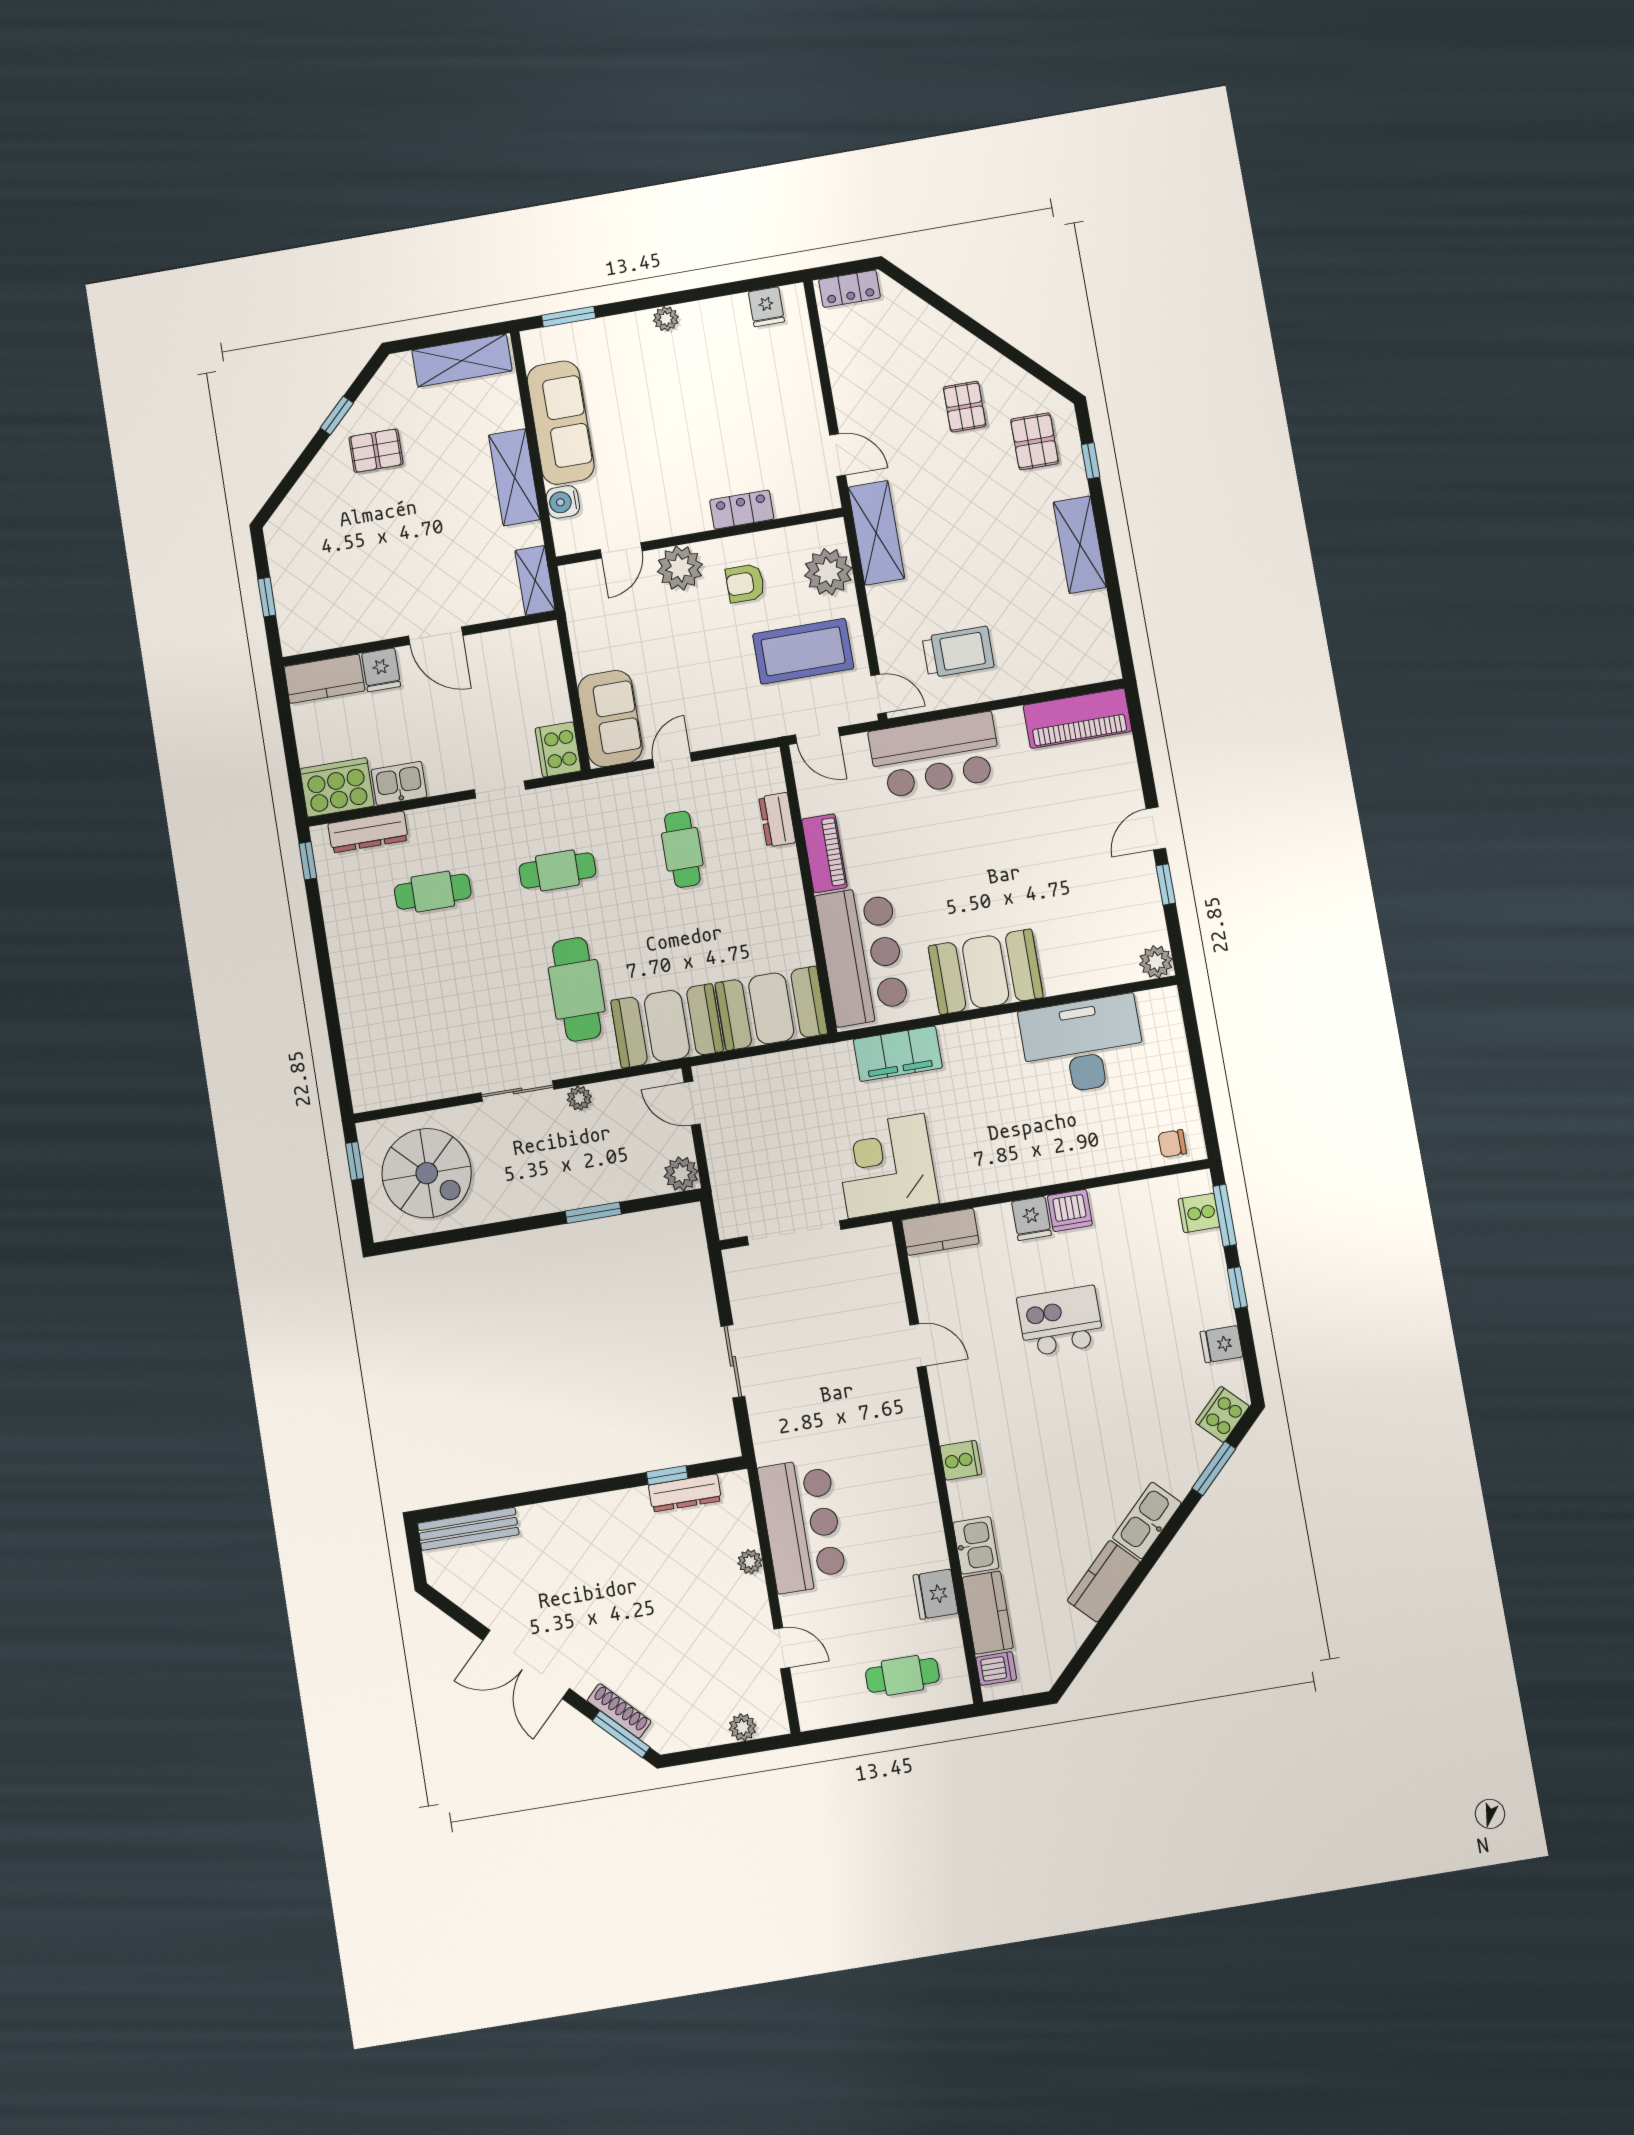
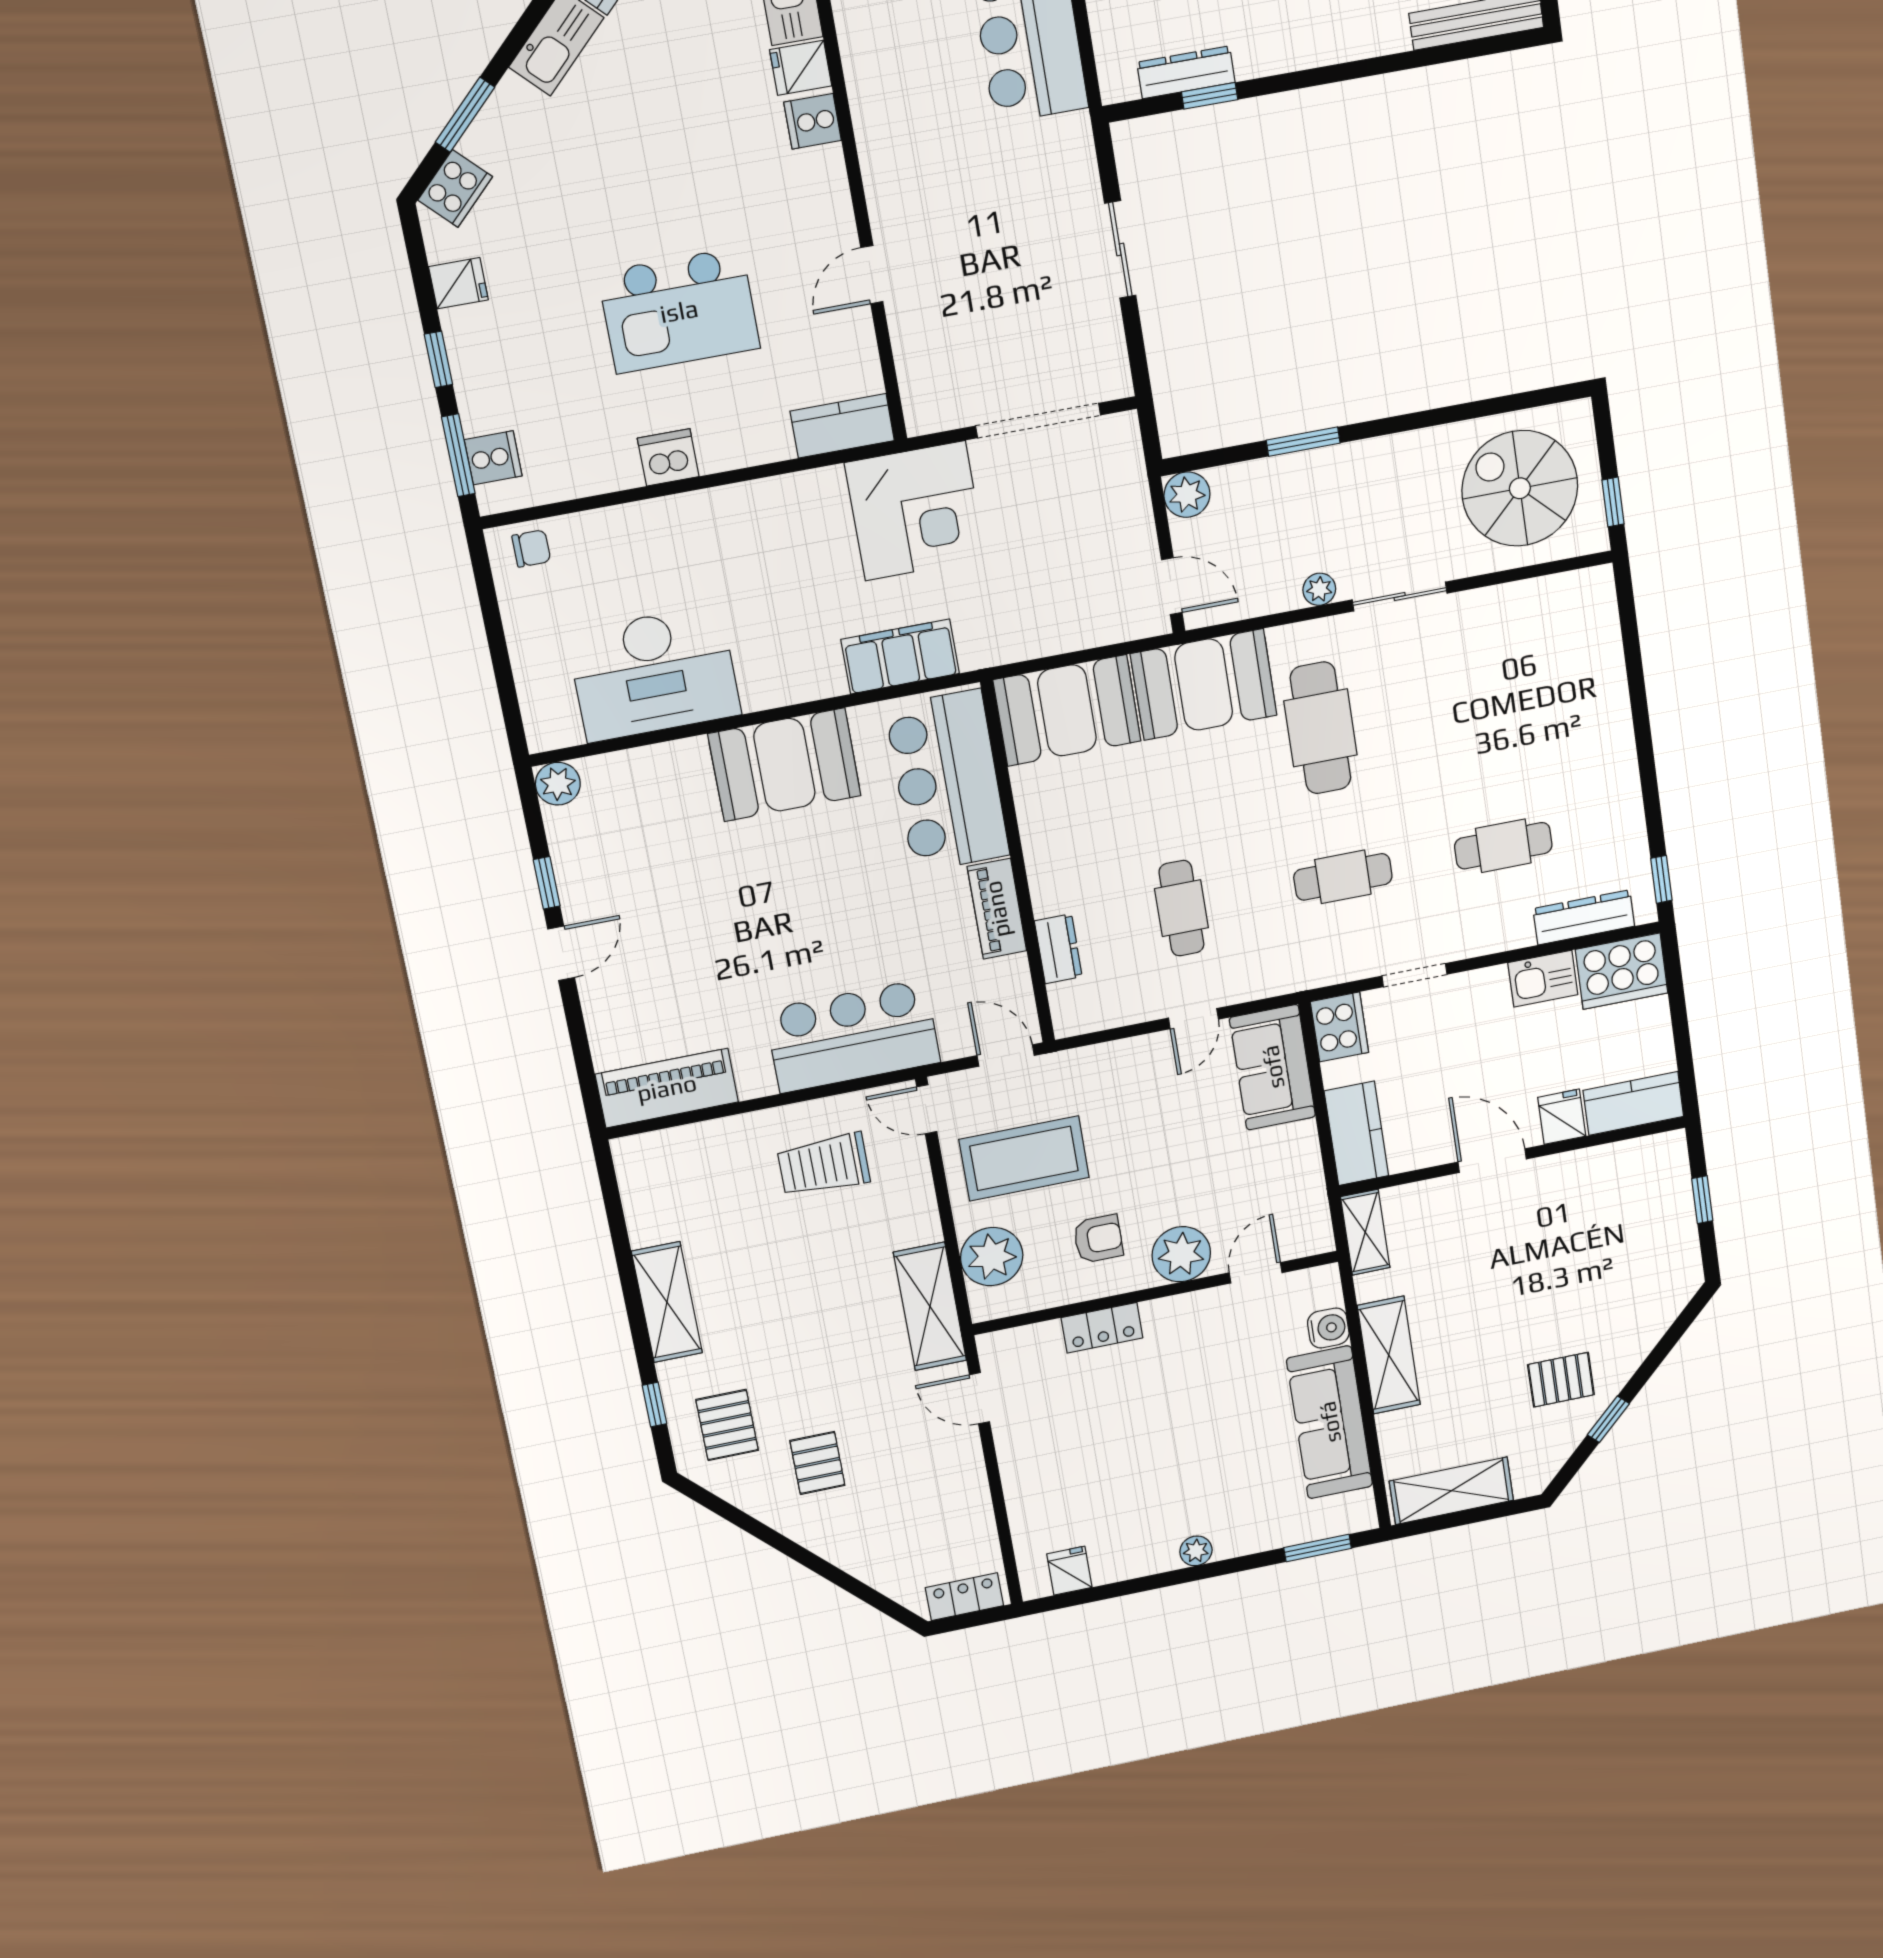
kitchen counter: (543, 662) -> (1356, 1133), added
fridge: (1031, 1218) -> (801, 68), moved, turned -90
kitchen island: (1060, 1321) -> (679, 311), width x1.37, depth x1.28
door: (918, 1345) -> (872, 275), hinge flipped

